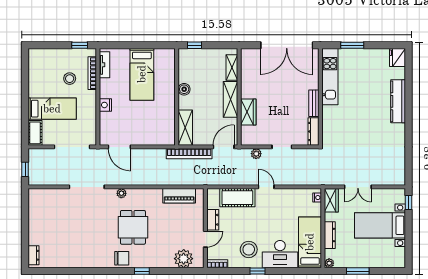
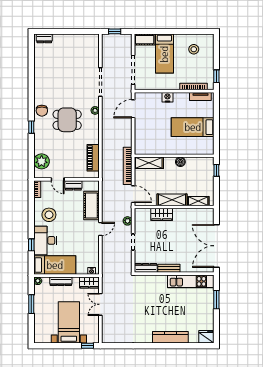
stool: (70, 79) -> (194, 49), moved
window: (257, 271) -> (31, 245), moved

